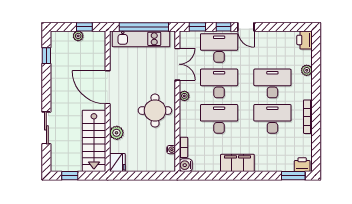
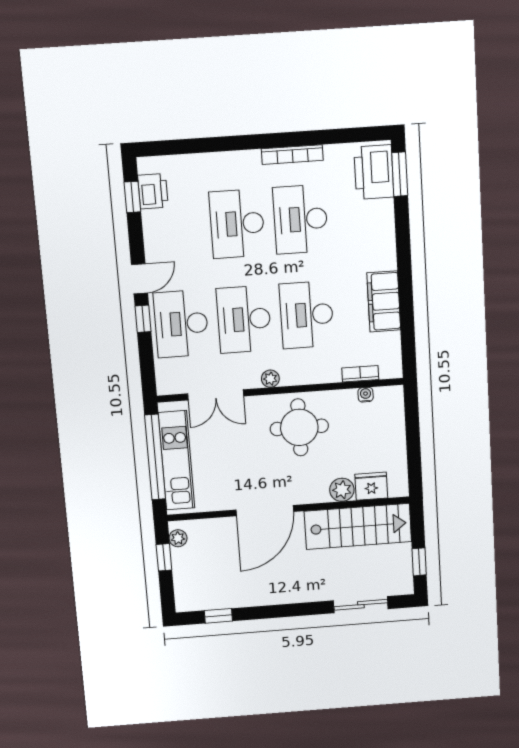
window: (197, 27) -> (132, 197), moved
plant: (78, 36) -> (178, 538), moved
printer: (305, 40) -> (153, 191), moved, turned -90
double door: (177, 64) -> (216, 395), swing flipped
plant: (307, 70) -> (209, 162), removed
sliding door: (46, 128) -> (361, 605), moved
fridge: (117, 163) -> (371, 486), moved
filing cabinet: (237, 163) -> (384, 301), moved
water cooler: (186, 165) -> (391, 367), removed
printer: (302, 165) -> (374, 172), width x1.87, depth x1.48

